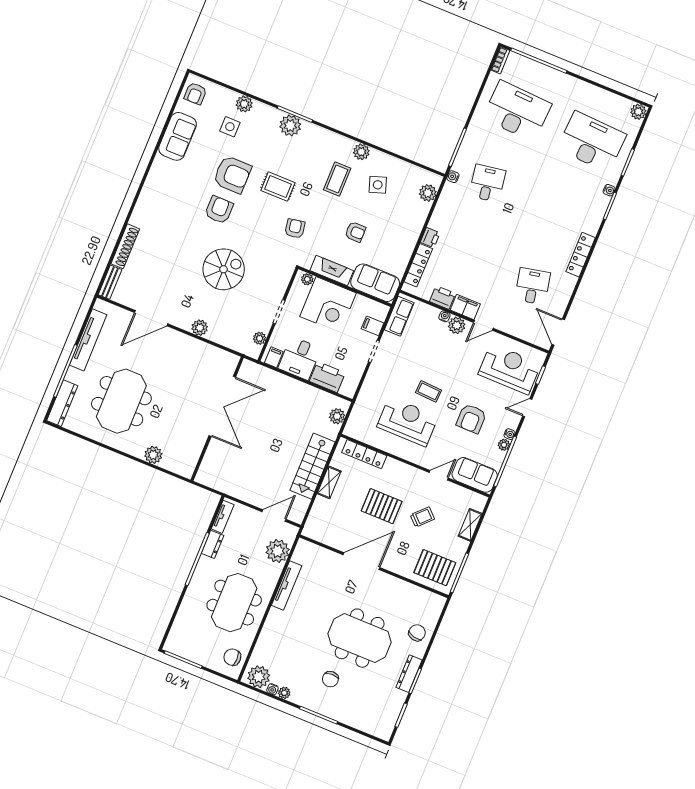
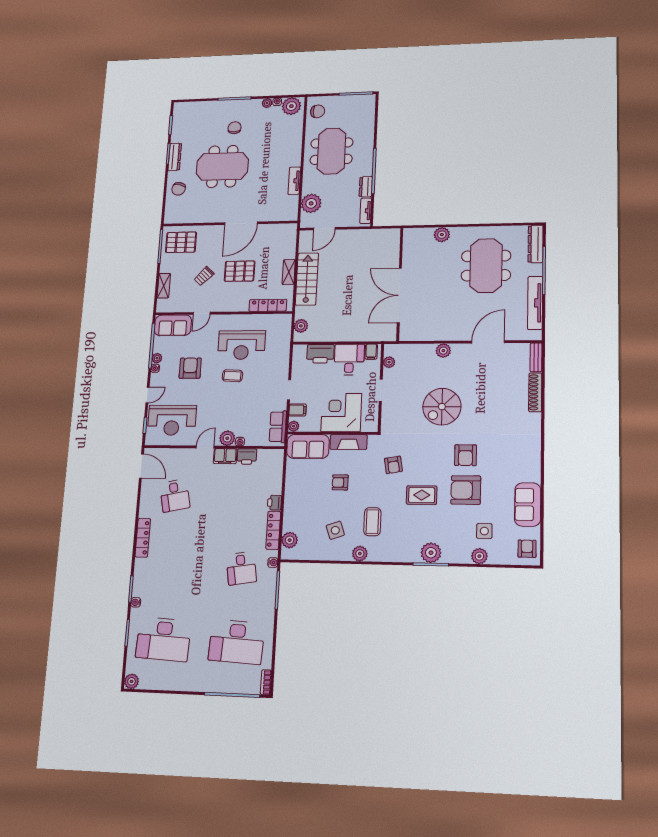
locker: (418, 265) -> (273, 530), moved
plant: (307, 279) -> (294, 426), moved
tv unit: (287, 586) -> (294, 181), width x0.71

